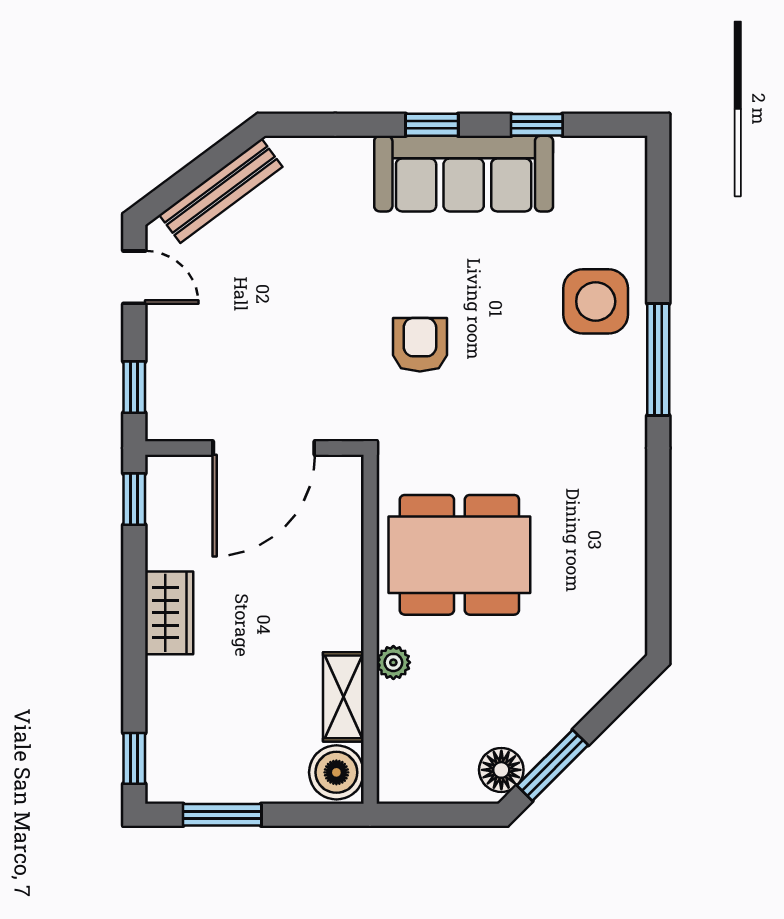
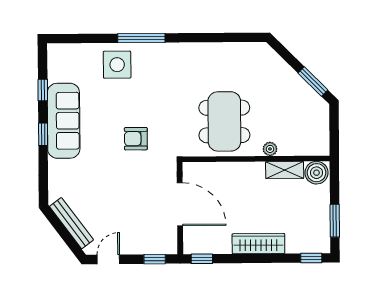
wardrobe: (169, 613) -> (258, 244), width x1.50
floor lamp: (501, 770) -> (315, 103), removed

